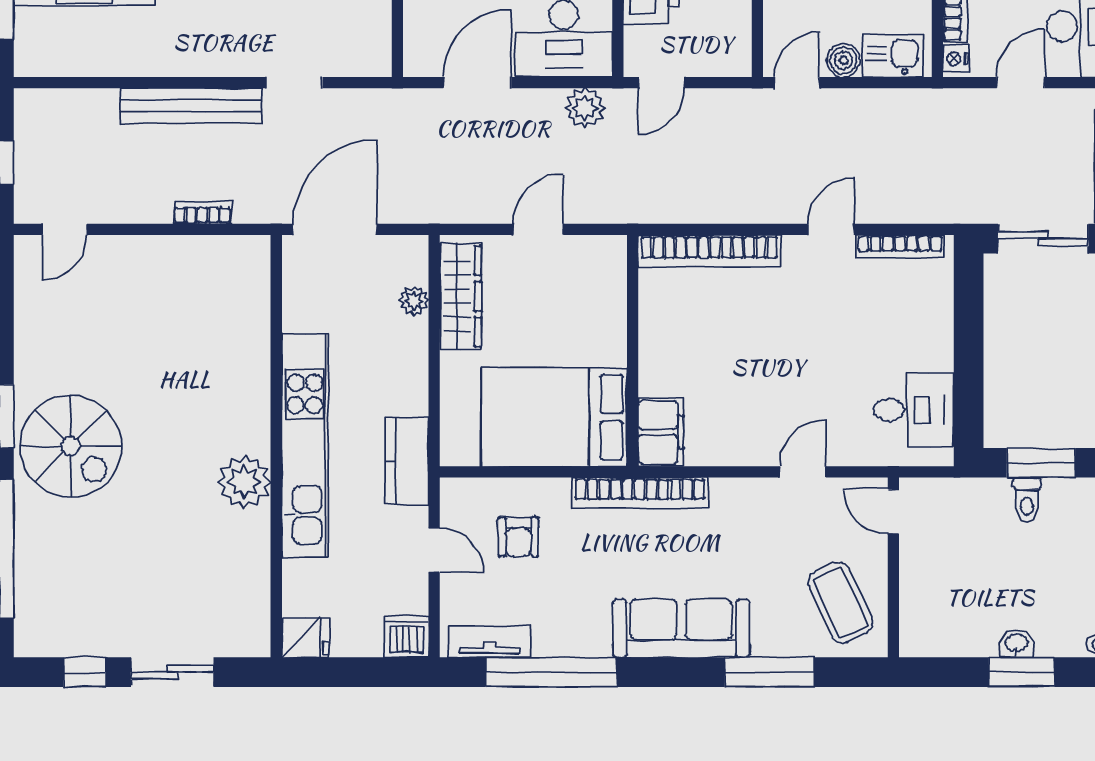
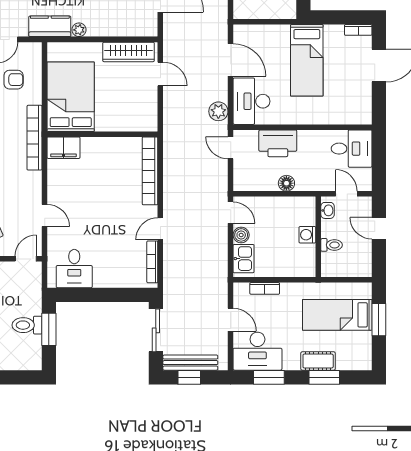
nightstand: (956, 59) -> (242, 289), removed
door: (538, 229) -> (160, 74), moved
door: (831, 229) -> (160, 229), swing flipped
plant: (414, 301) -> (79, 30), moved
toilet: (1027, 500) -> (27, 325), width x1.37, depth x1.39
armchair: (518, 537) -> (14, 80), turned 180

